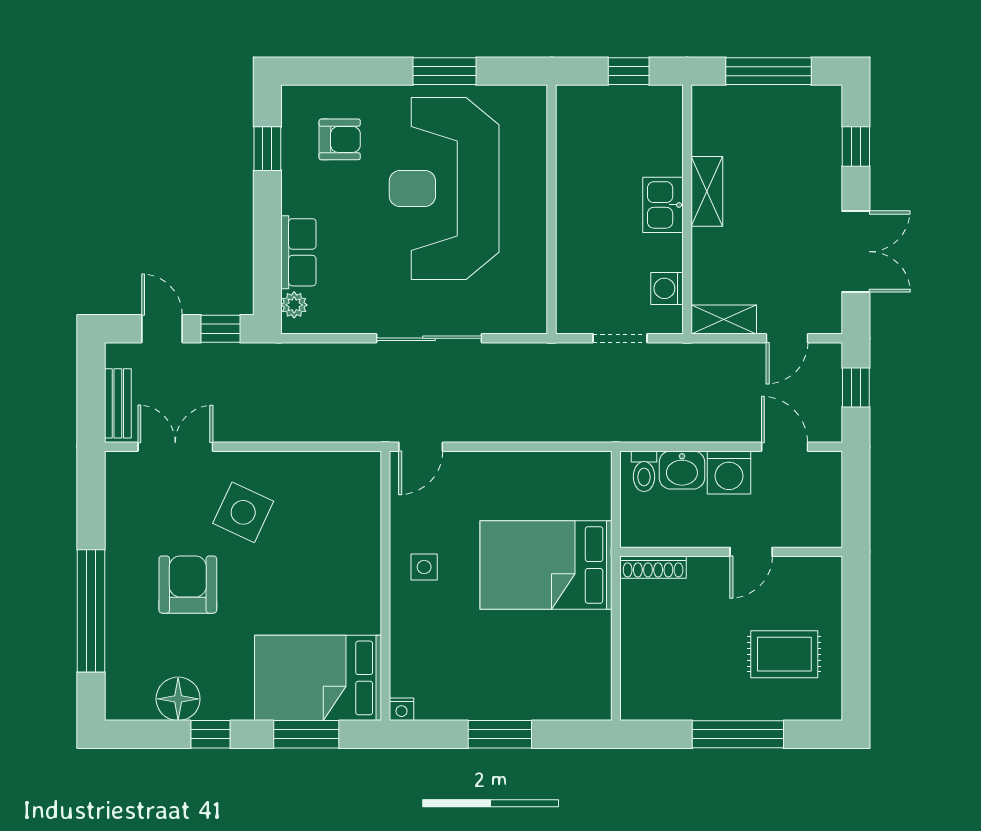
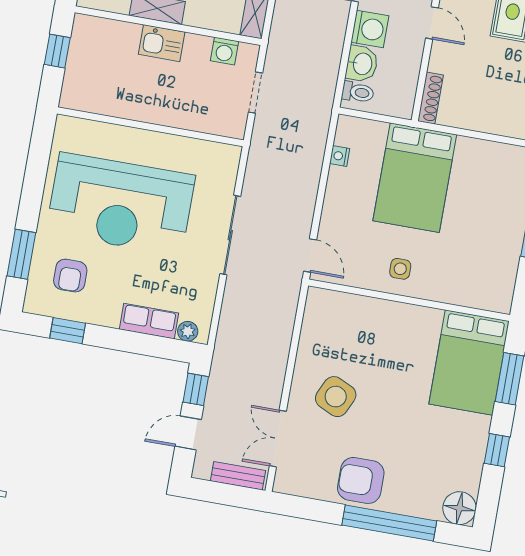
window: (445, 71) -> (21, 254), moved
armchair: (340, 139) -> (70, 276), turned 180
armchair: (188, 585) -> (361, 480), moved
floor lamp: (178, 699) -> (459, 508), moved
nightstand: (401, 709) -> (340, 156), moved, turned 180

